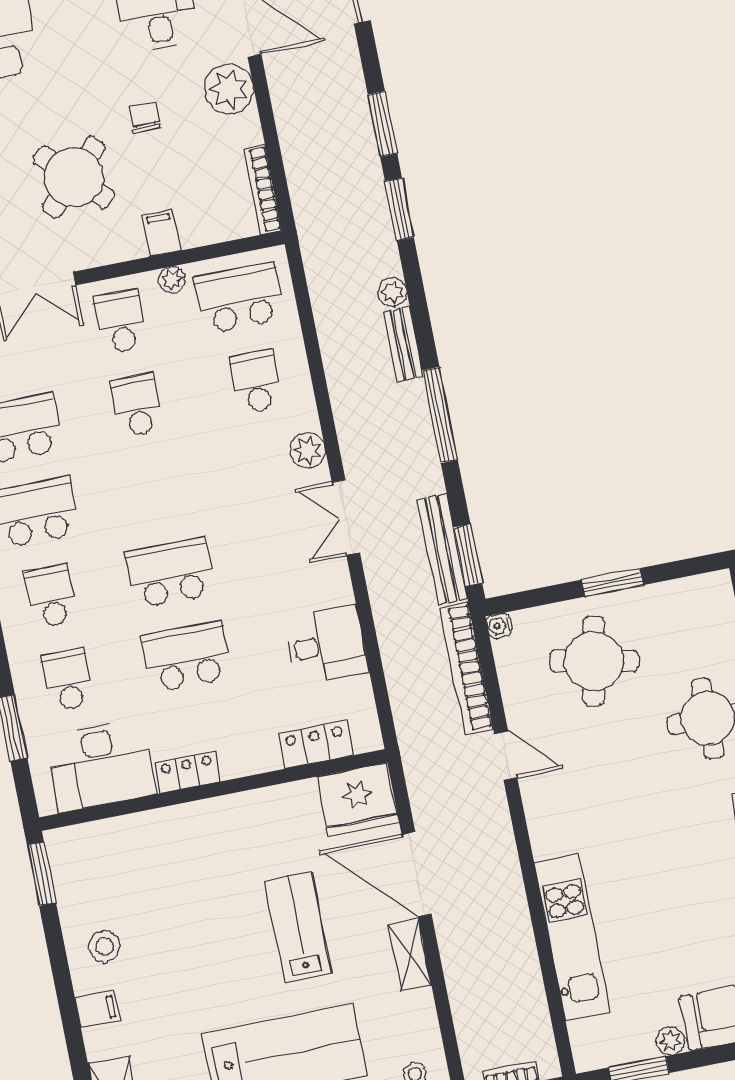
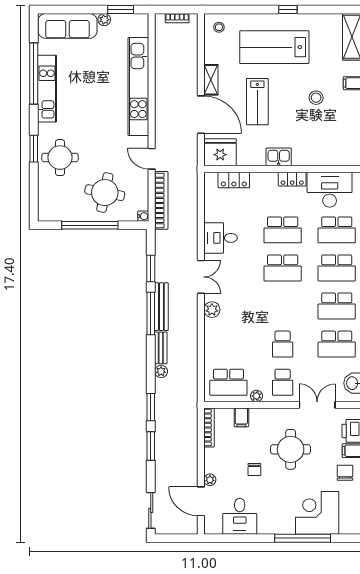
plant: (229, 89) -> (210, 480), width x0.53, depth x0.53
round table: (74, 177) -> (291, 449), turned 45
filing cabinet: (161, 233) -> (241, 417), moved
school desk: (256, 382) -> (228, 344), removed
bench: (443, 549) -> (161, 307), moved
window: (468, 555) -> (151, 268), moved
window: (612, 582) -> (90, 225), width x2.11
school desk: (51, 596) -> (337, 268), width x1.85
desk: (326, 645) -> (221, 238), moved
school desk: (68, 680) -> (337, 230), width x1.85
kitchen sink: (227, 815) -> (279, 157), added
kitchen unit: (572, 938) -> (138, 86), width x1.36
stool: (104, 947) -> (316, 98), moved

